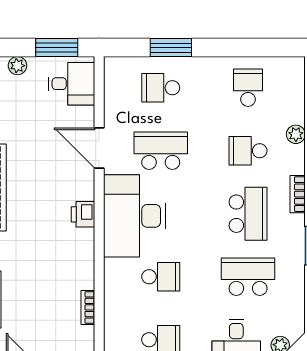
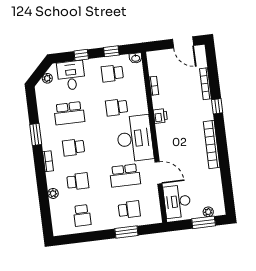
window: (57, 48) -> (204, 222), moved
desk: (72, 84) -> (177, 201), width x1.37
printer: (83, 214) -> (160, 116), moved
school desk: (248, 214) -> (74, 147), width x0.54

